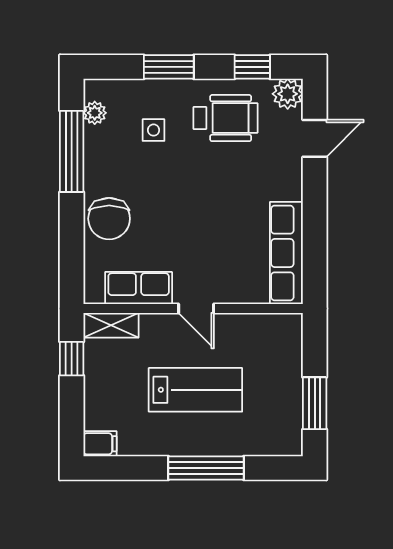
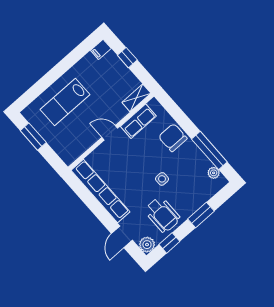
wheelchair: (226, 118) -> (162, 215), turned -90
side table: (154, 130) -> (162, 179), moved
row of seats: (286, 253) -> (100, 191), width x1.36
window: (72, 359) -> (127, 58), moved
lab bench: (195, 390) -> (65, 102), moved
window: (206, 468) -> (53, 76), removed

